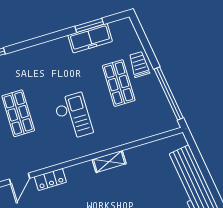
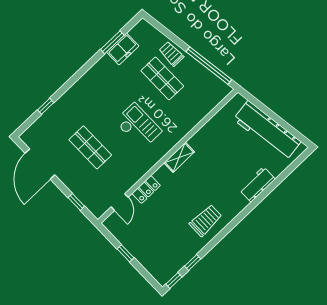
freezer: (90, 38) -> (123, 49), width x0.71
shelving: (109, 161) -> (179, 157), moved

